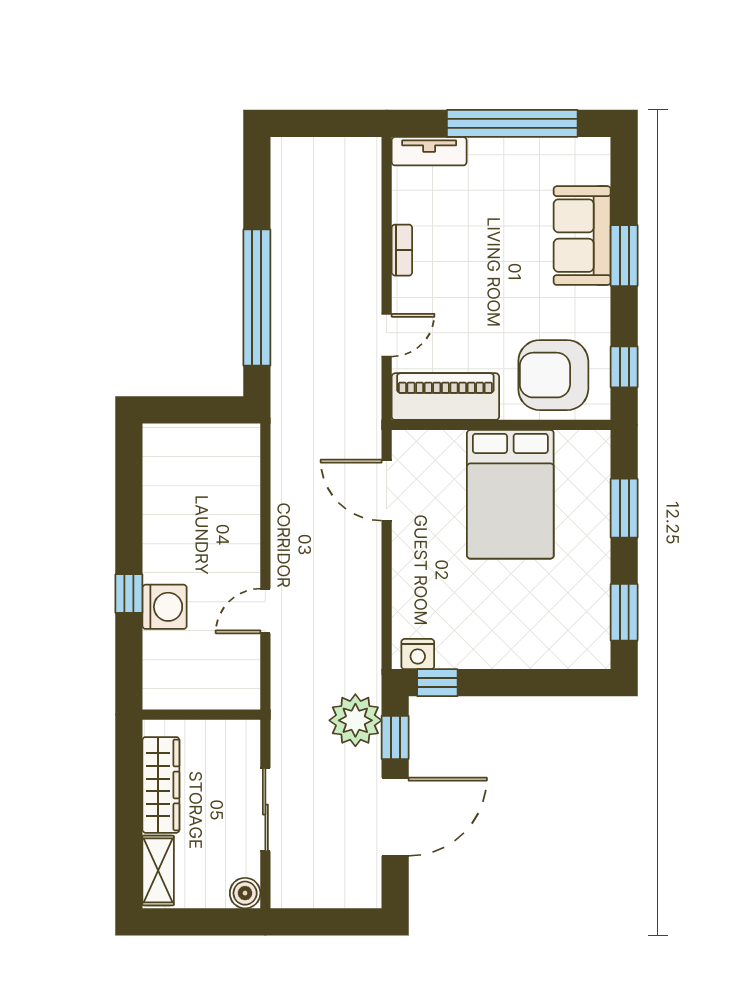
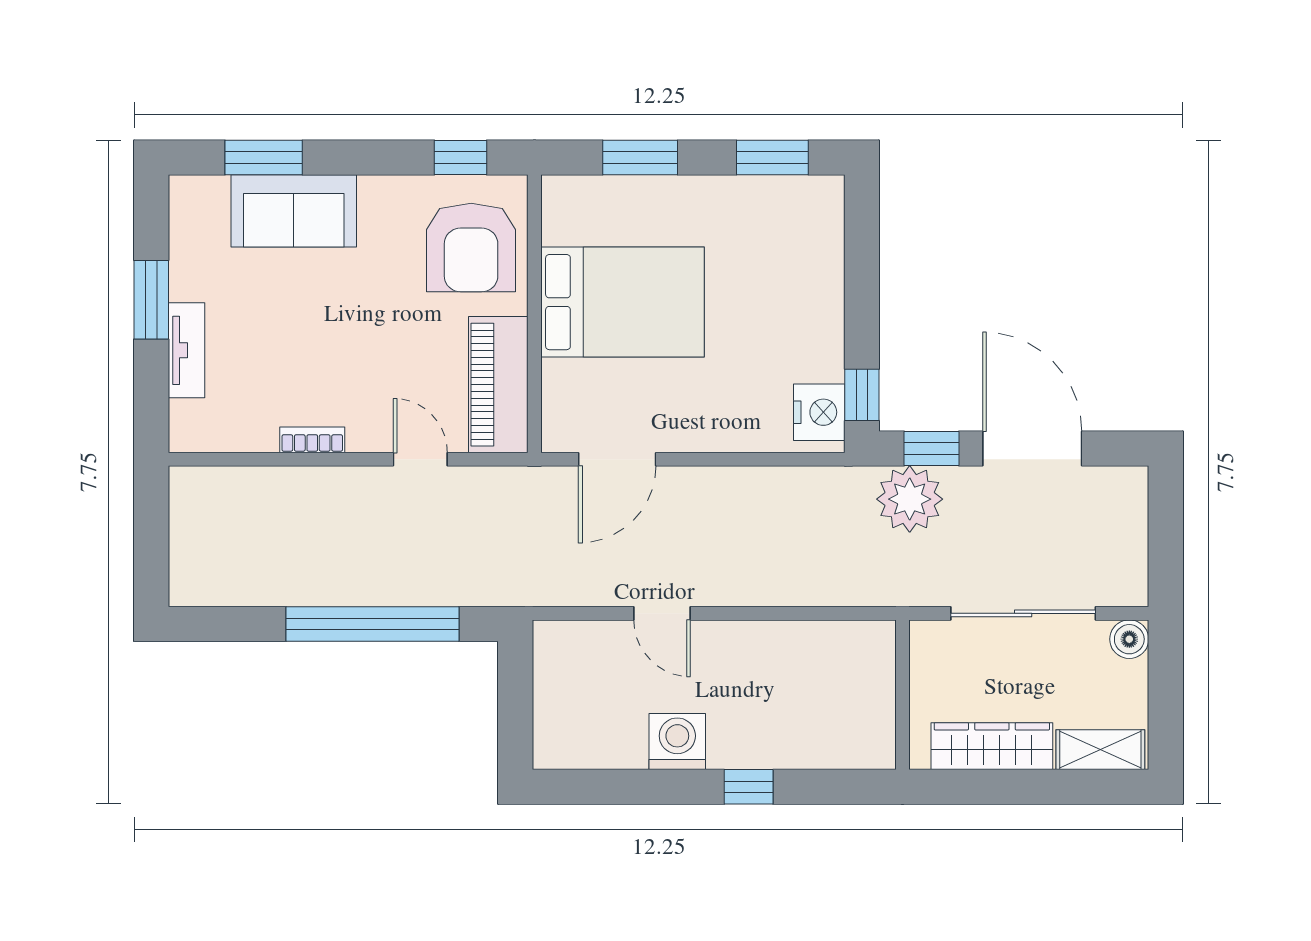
window: (512, 123) -> (151, 300), width x0.47
tv unit: (429, 151) -> (187, 350), moved
window: (624, 256) -> (264, 157), moved
washing machine: (165, 607) -> (677, 741), moved
door: (265, 611) -> (662, 613), moved
nightstand: (418, 654) -> (819, 412), width x1.36, depth x1.33
sliding door: (265, 810) -> (1023, 613), width x1.37

